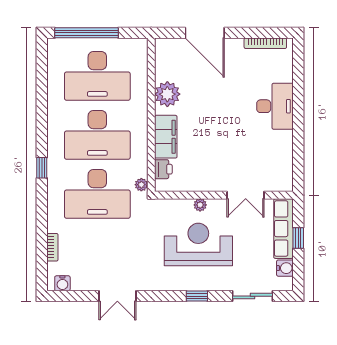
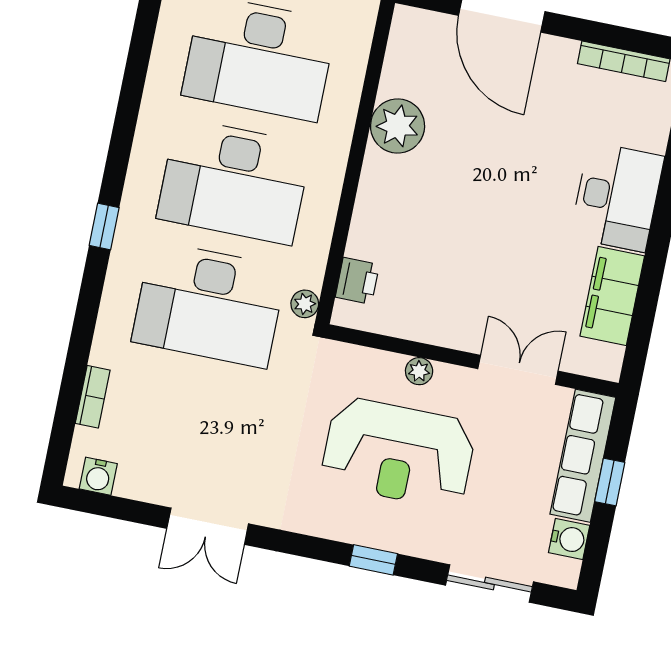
filing cabinet: (166, 137) -> (612, 296), moved, turned 180
double door: (246, 195) -> (518, 370), swing flipped
reception desk: (198, 244) -> (398, 453), turned 180

